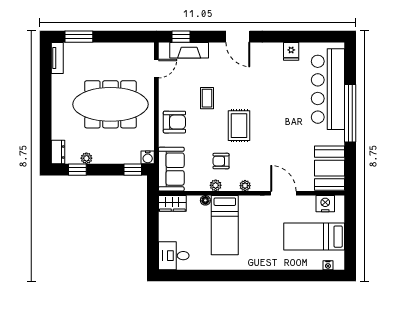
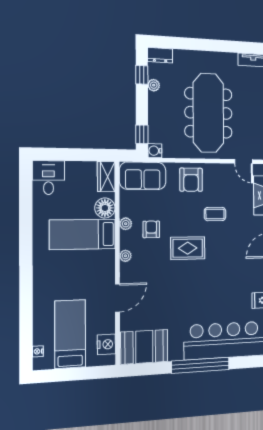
floor lamp: (205, 200) -> (105, 208), width x1.89, depth x1.89

